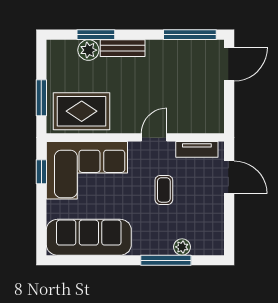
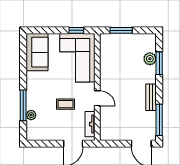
bench: (123, 48) -> (151, 97), moved
rug: (82, 111) -> (113, 55), removed
sofa: (89, 237) -> (37, 52), width x0.73

